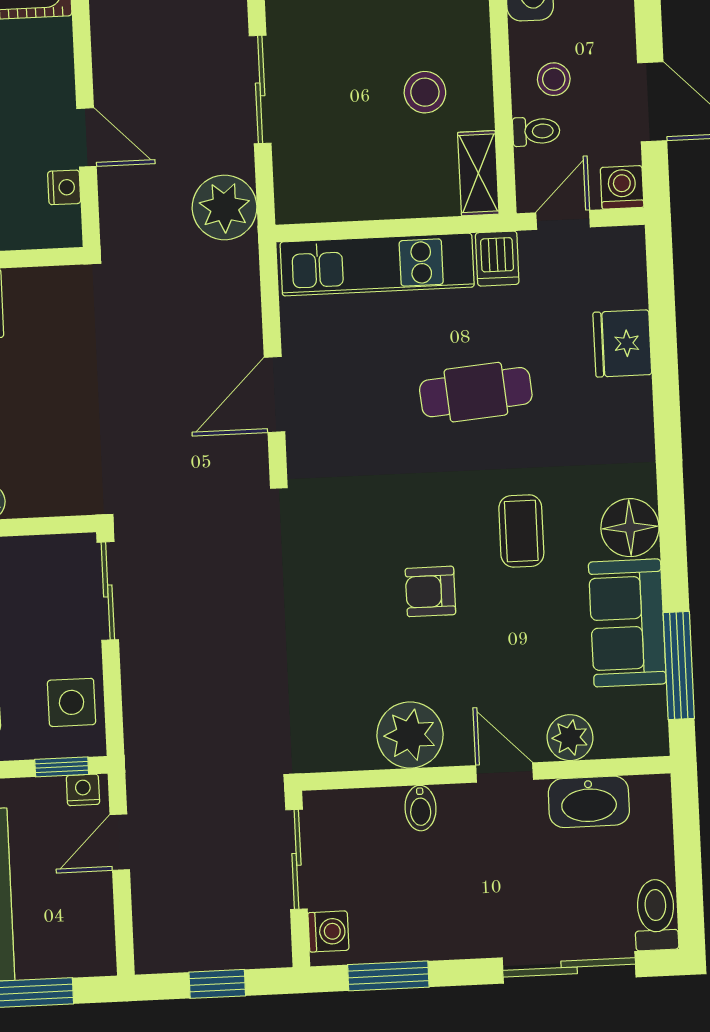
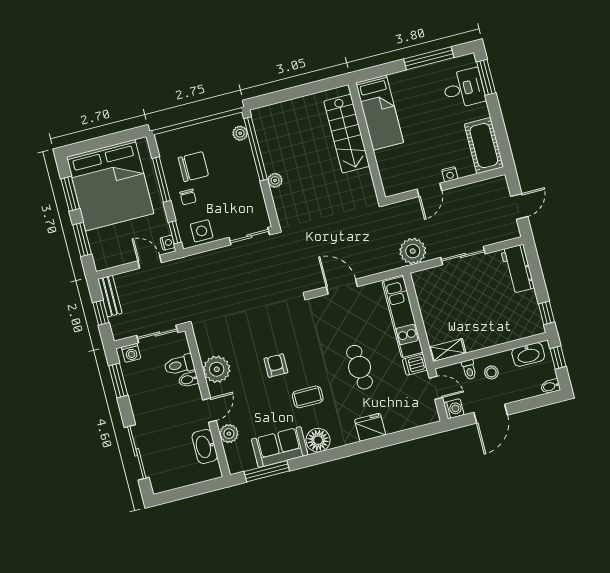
stool: (425, 92) -> (476, 322), removed
nightstand: (64, 187) -> (450, 174), moved
fridge: (622, 343) -> (370, 427), moved
toilet: (656, 915) -> (179, 365), moved, turned 180
bench: (182, 954) -> (110, 296), added

